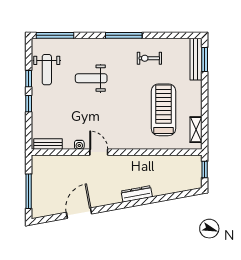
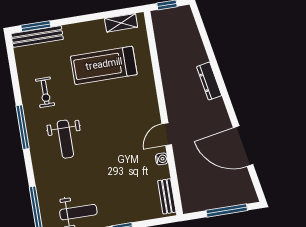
weight bench: (91, 78) -> (65, 139), moved
door: (79, 213) -> (243, 146), width x1.36

